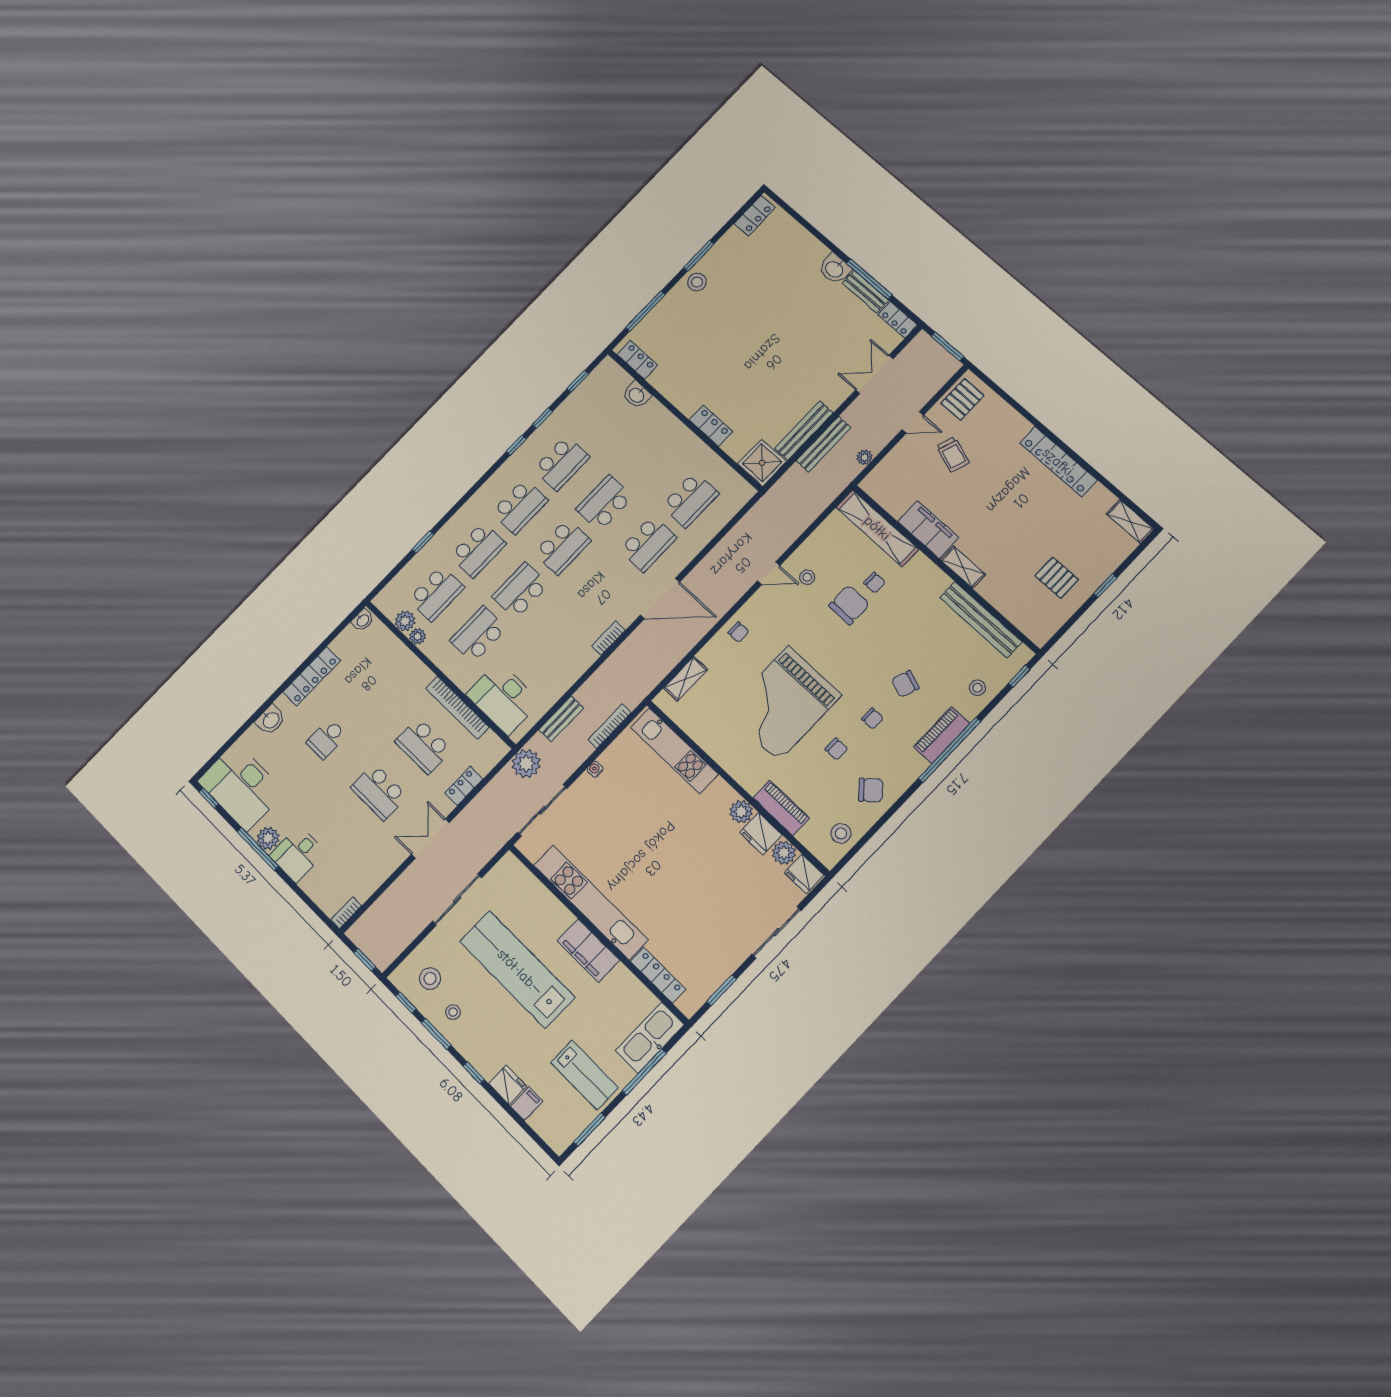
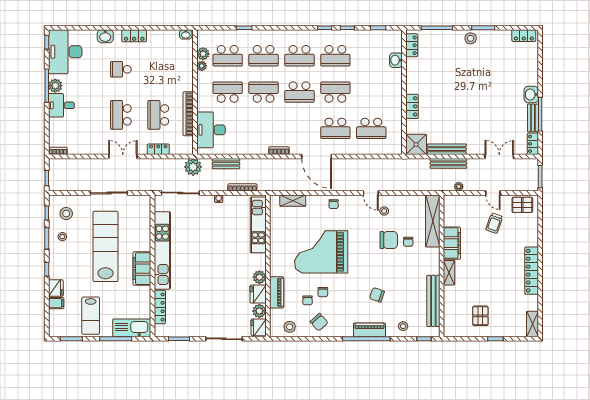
locker: (312, 676) -> (134, 36), width x0.66
chair: (873, 719) -> (308, 300), moved

